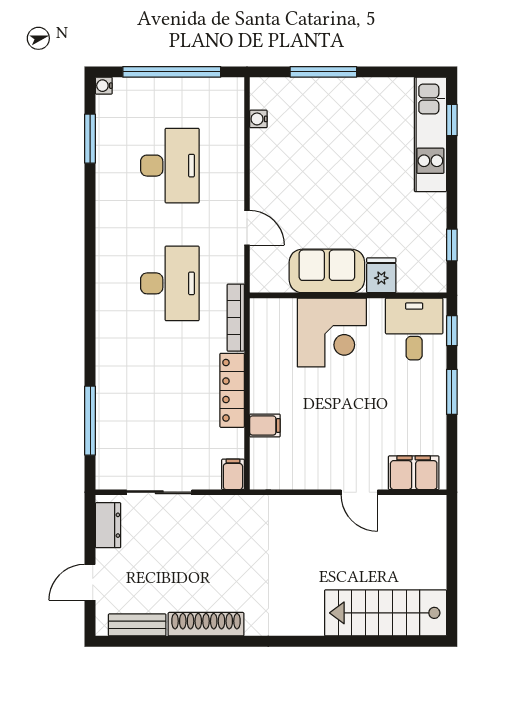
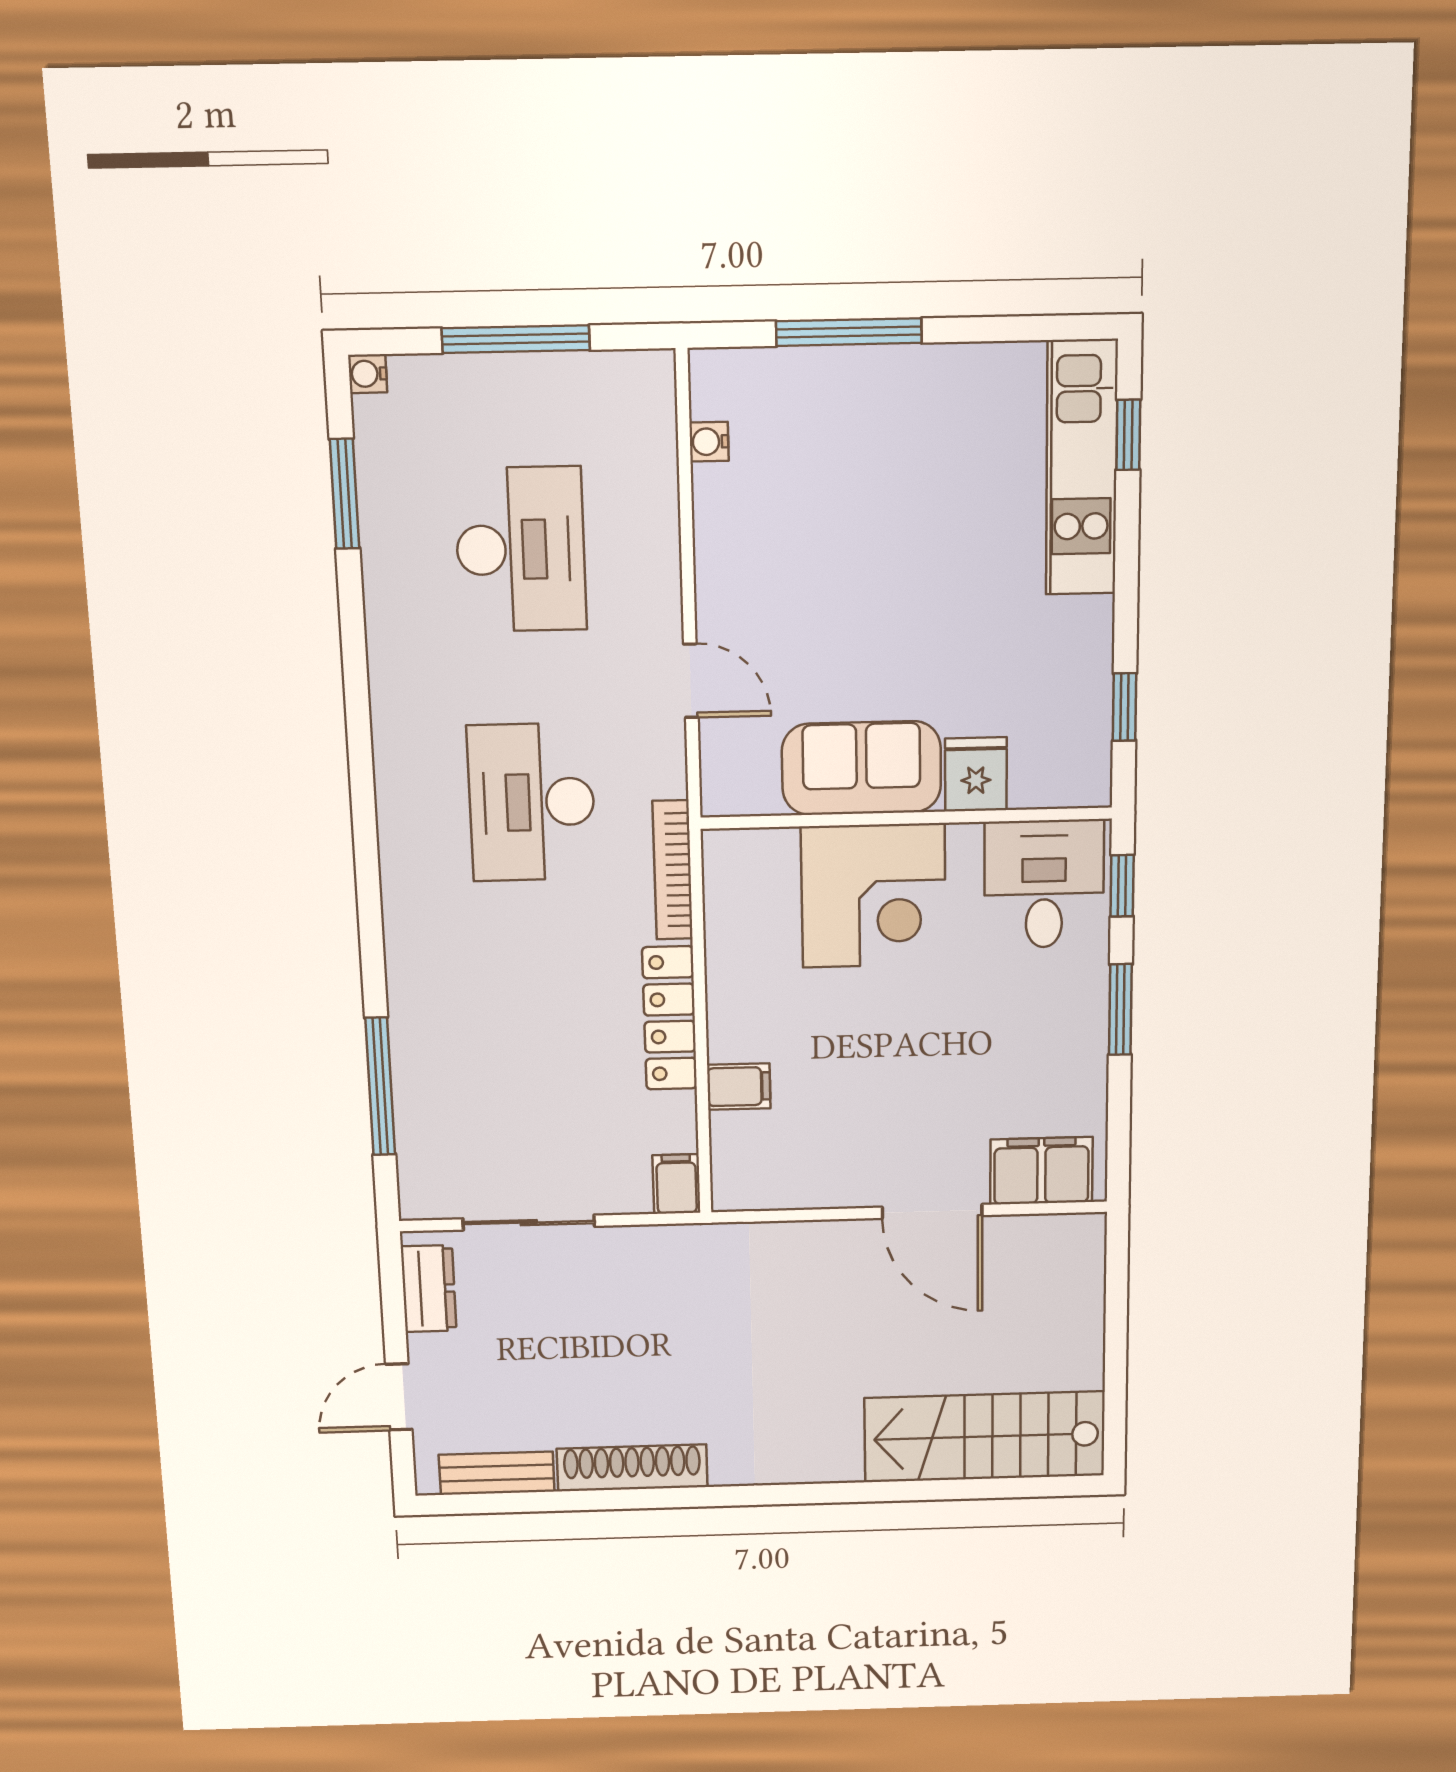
window: (172, 72) -> (516, 339), width x0.68
desk: (170, 283) -> (532, 802), turned 180
door: (359, 492) -> (932, 1211), width x1.38

